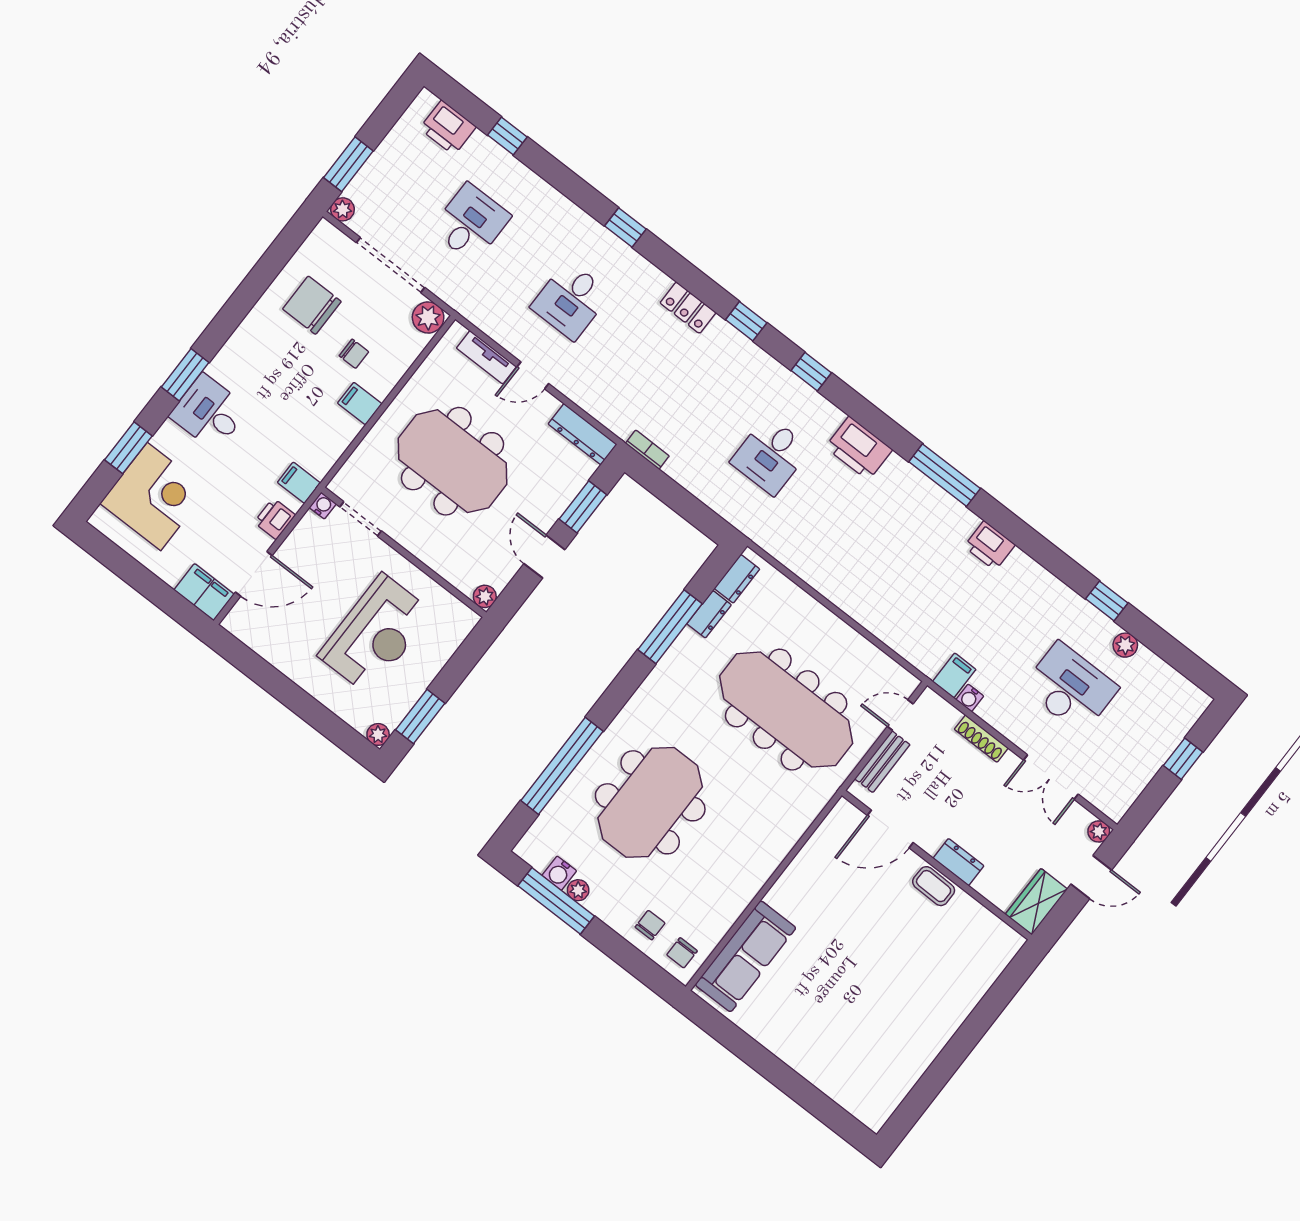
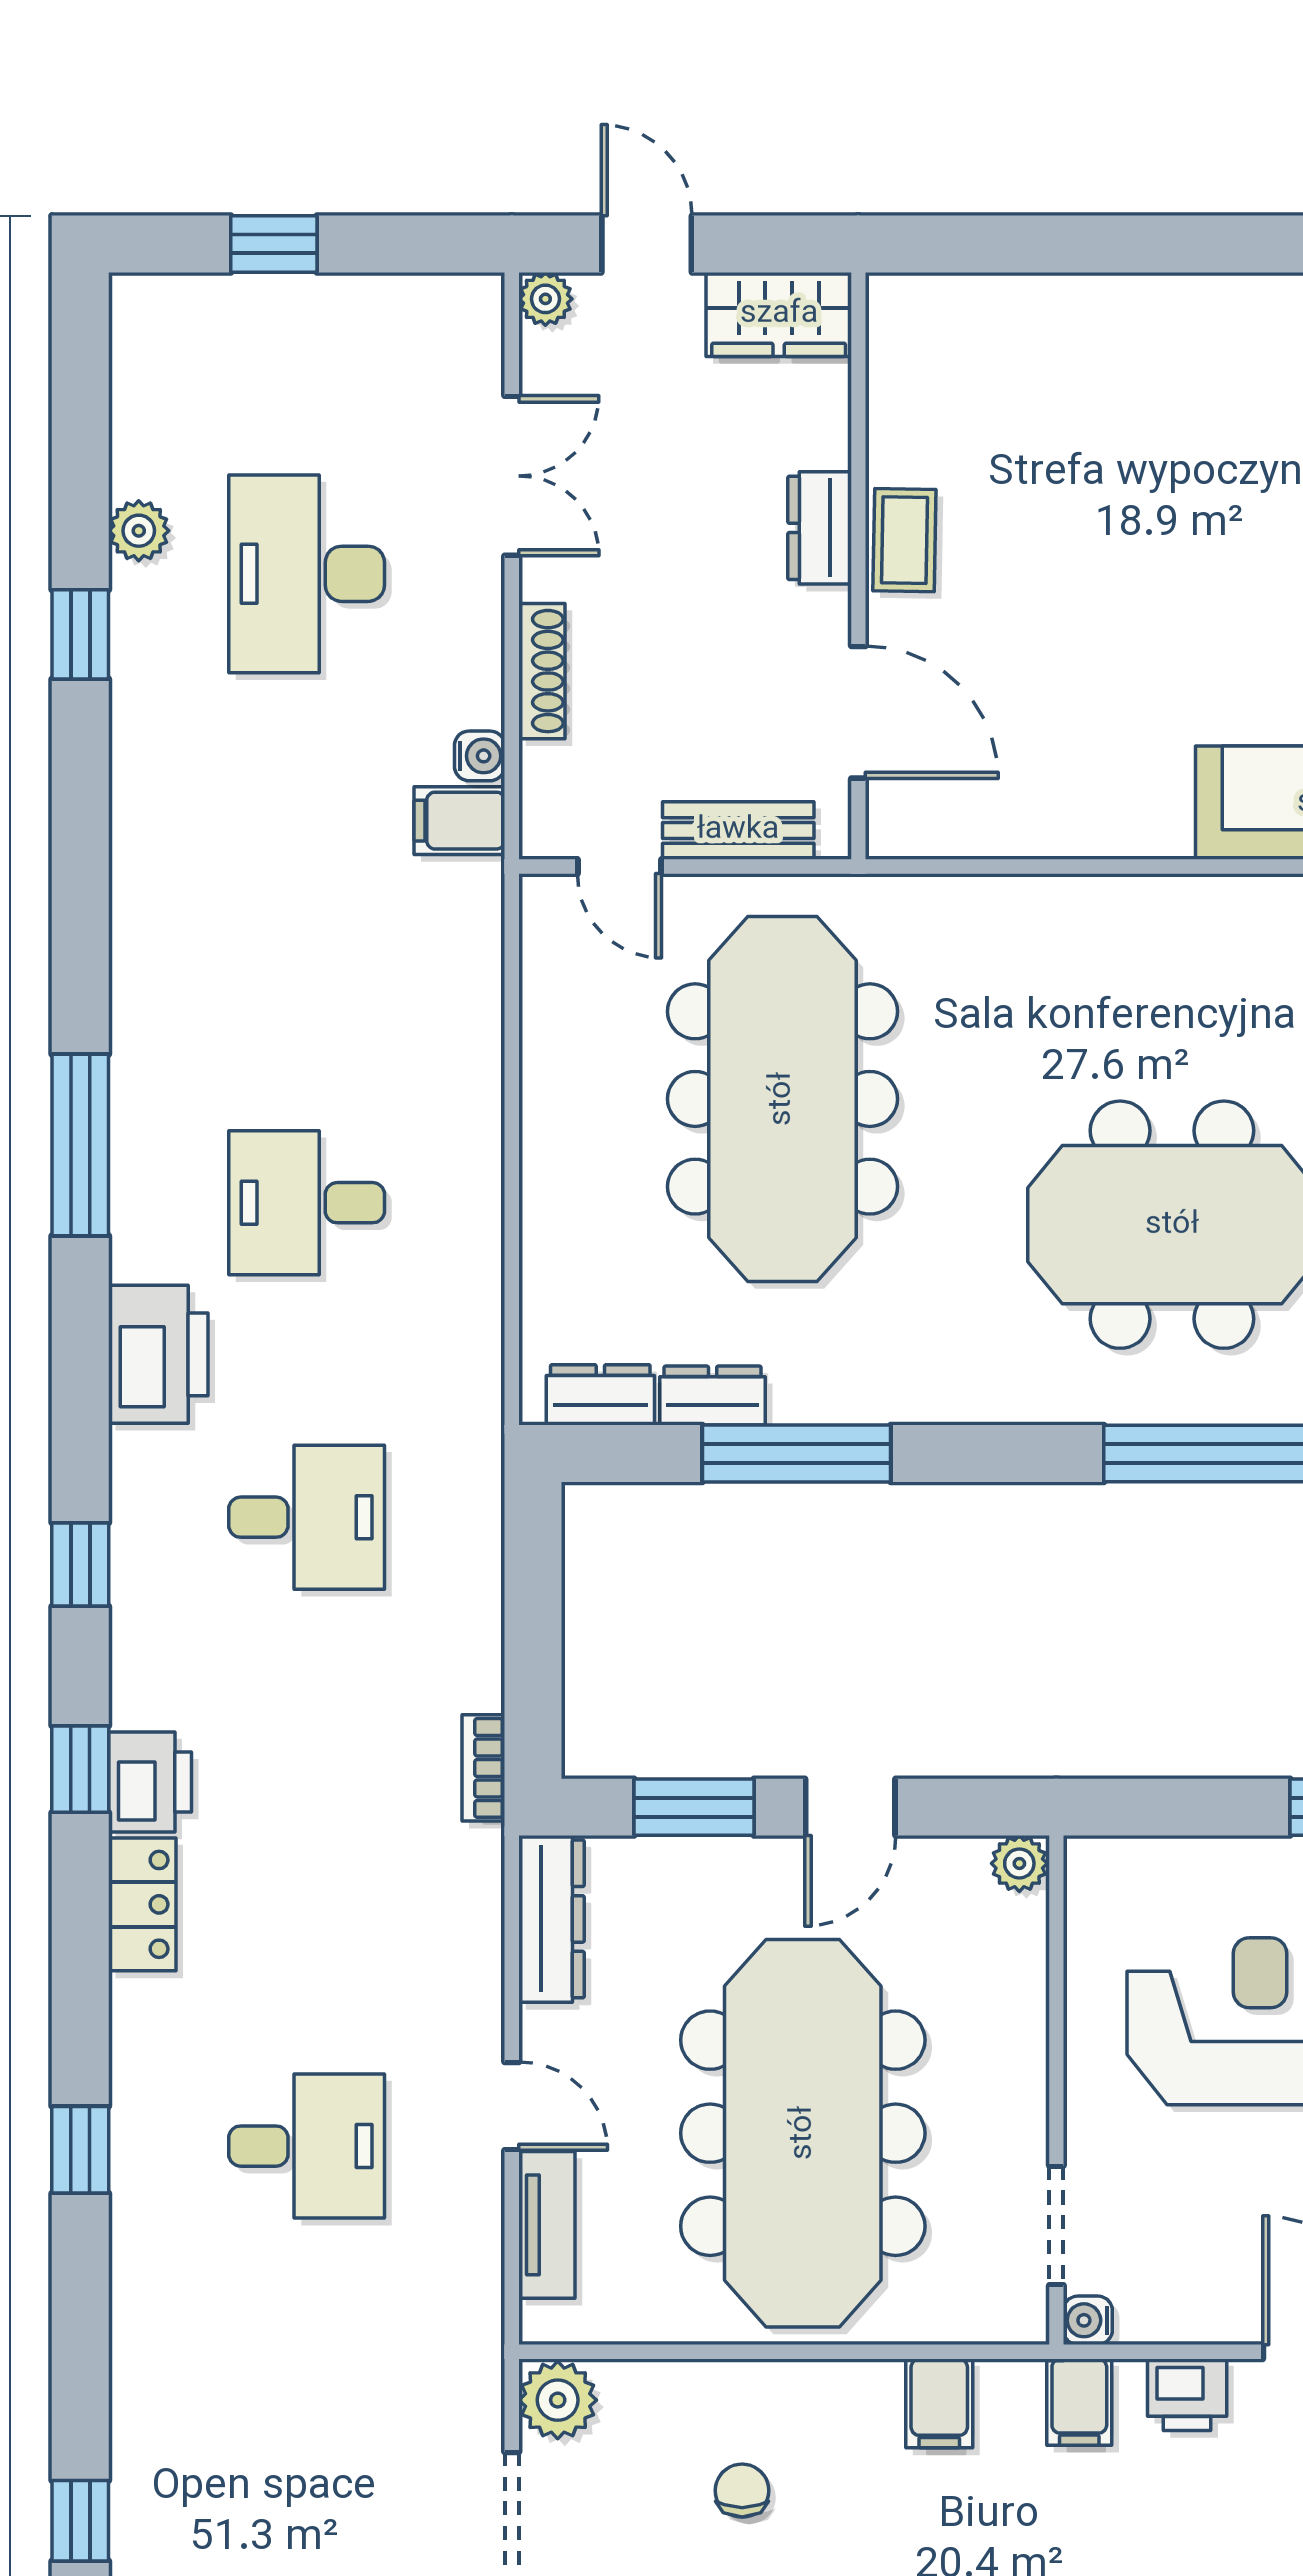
desk: (471, 223) -> (307, 1203), moved
filing cabinet: (360, 404) -> (939, 2403), moved
meeting table: (452, 461) -> (803, 2133), width x1.36
printer: (990, 546) -> (150, 1782), moved

